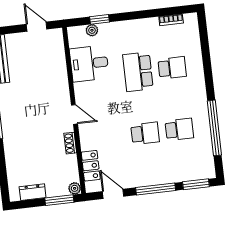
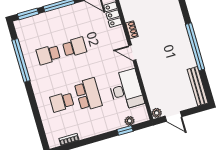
plant: (57, 35) -> (157, 113), added
desk: (89, 63) -> (126, 90), width x1.37
school desk: (145, 133) -> (75, 47), turned 180

